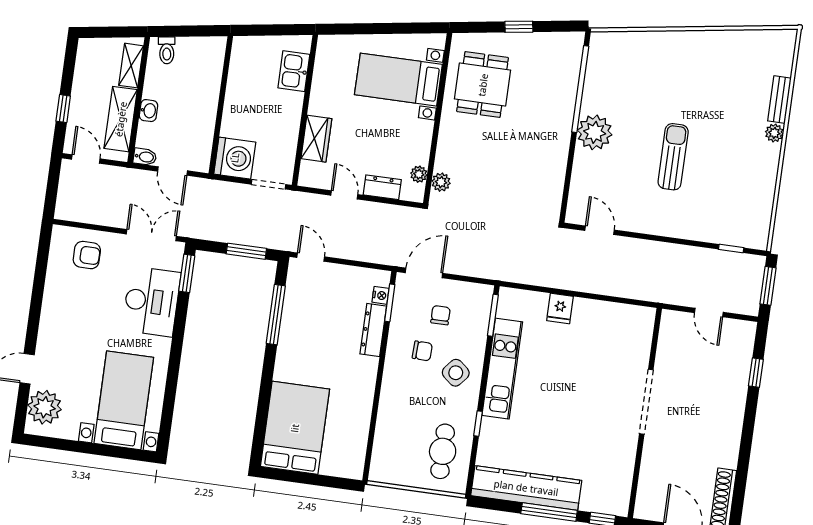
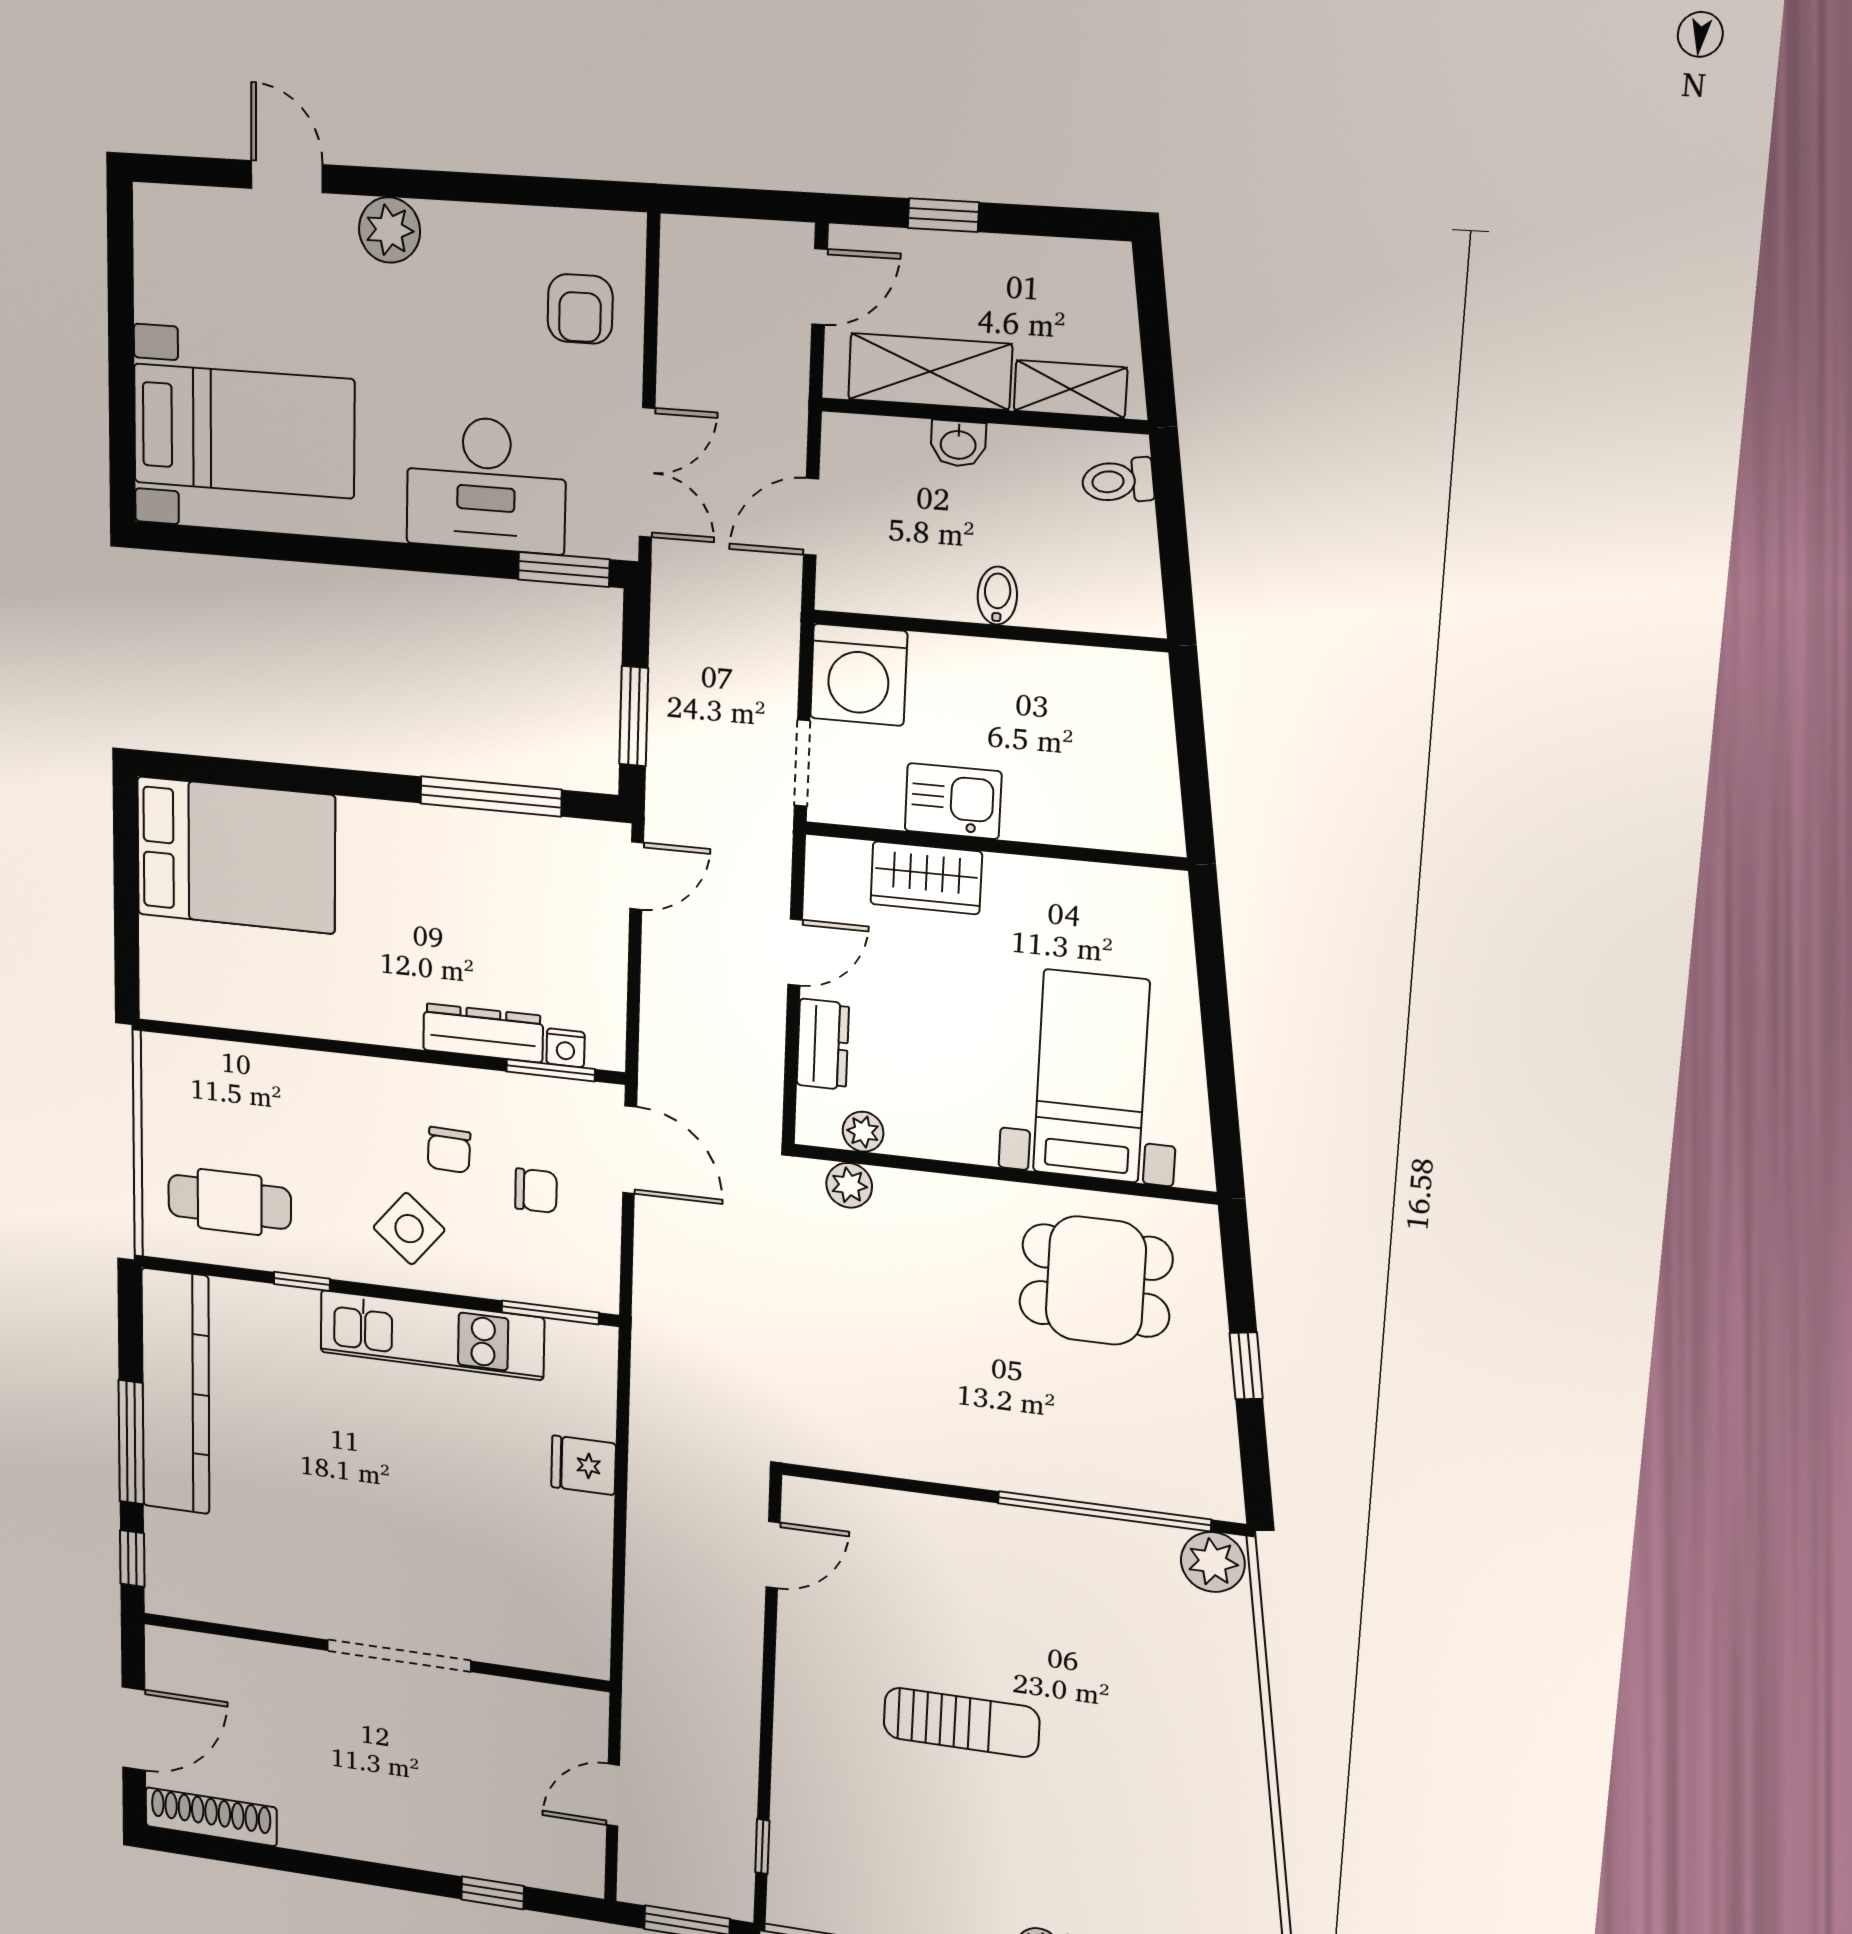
kitchen sink: (294, 71) -> (953, 801), moved
plant: (595, 132) -> (1213, 1562), moved, width x0.73, depth x0.73
bidet: (145, 157) -> (997, 596), moved, turned 180
plant: (45, 407) -> (389, 230), moved, width x0.73, depth x0.73

